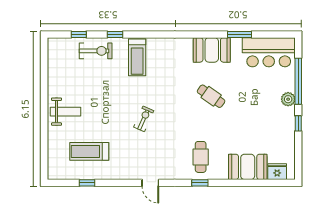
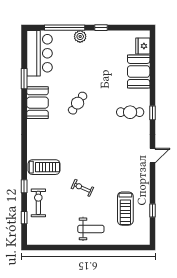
weight bench: (66, 112) -> (91, 229), turned 90
exercise bike: (144, 119) -> (82, 188), moved

